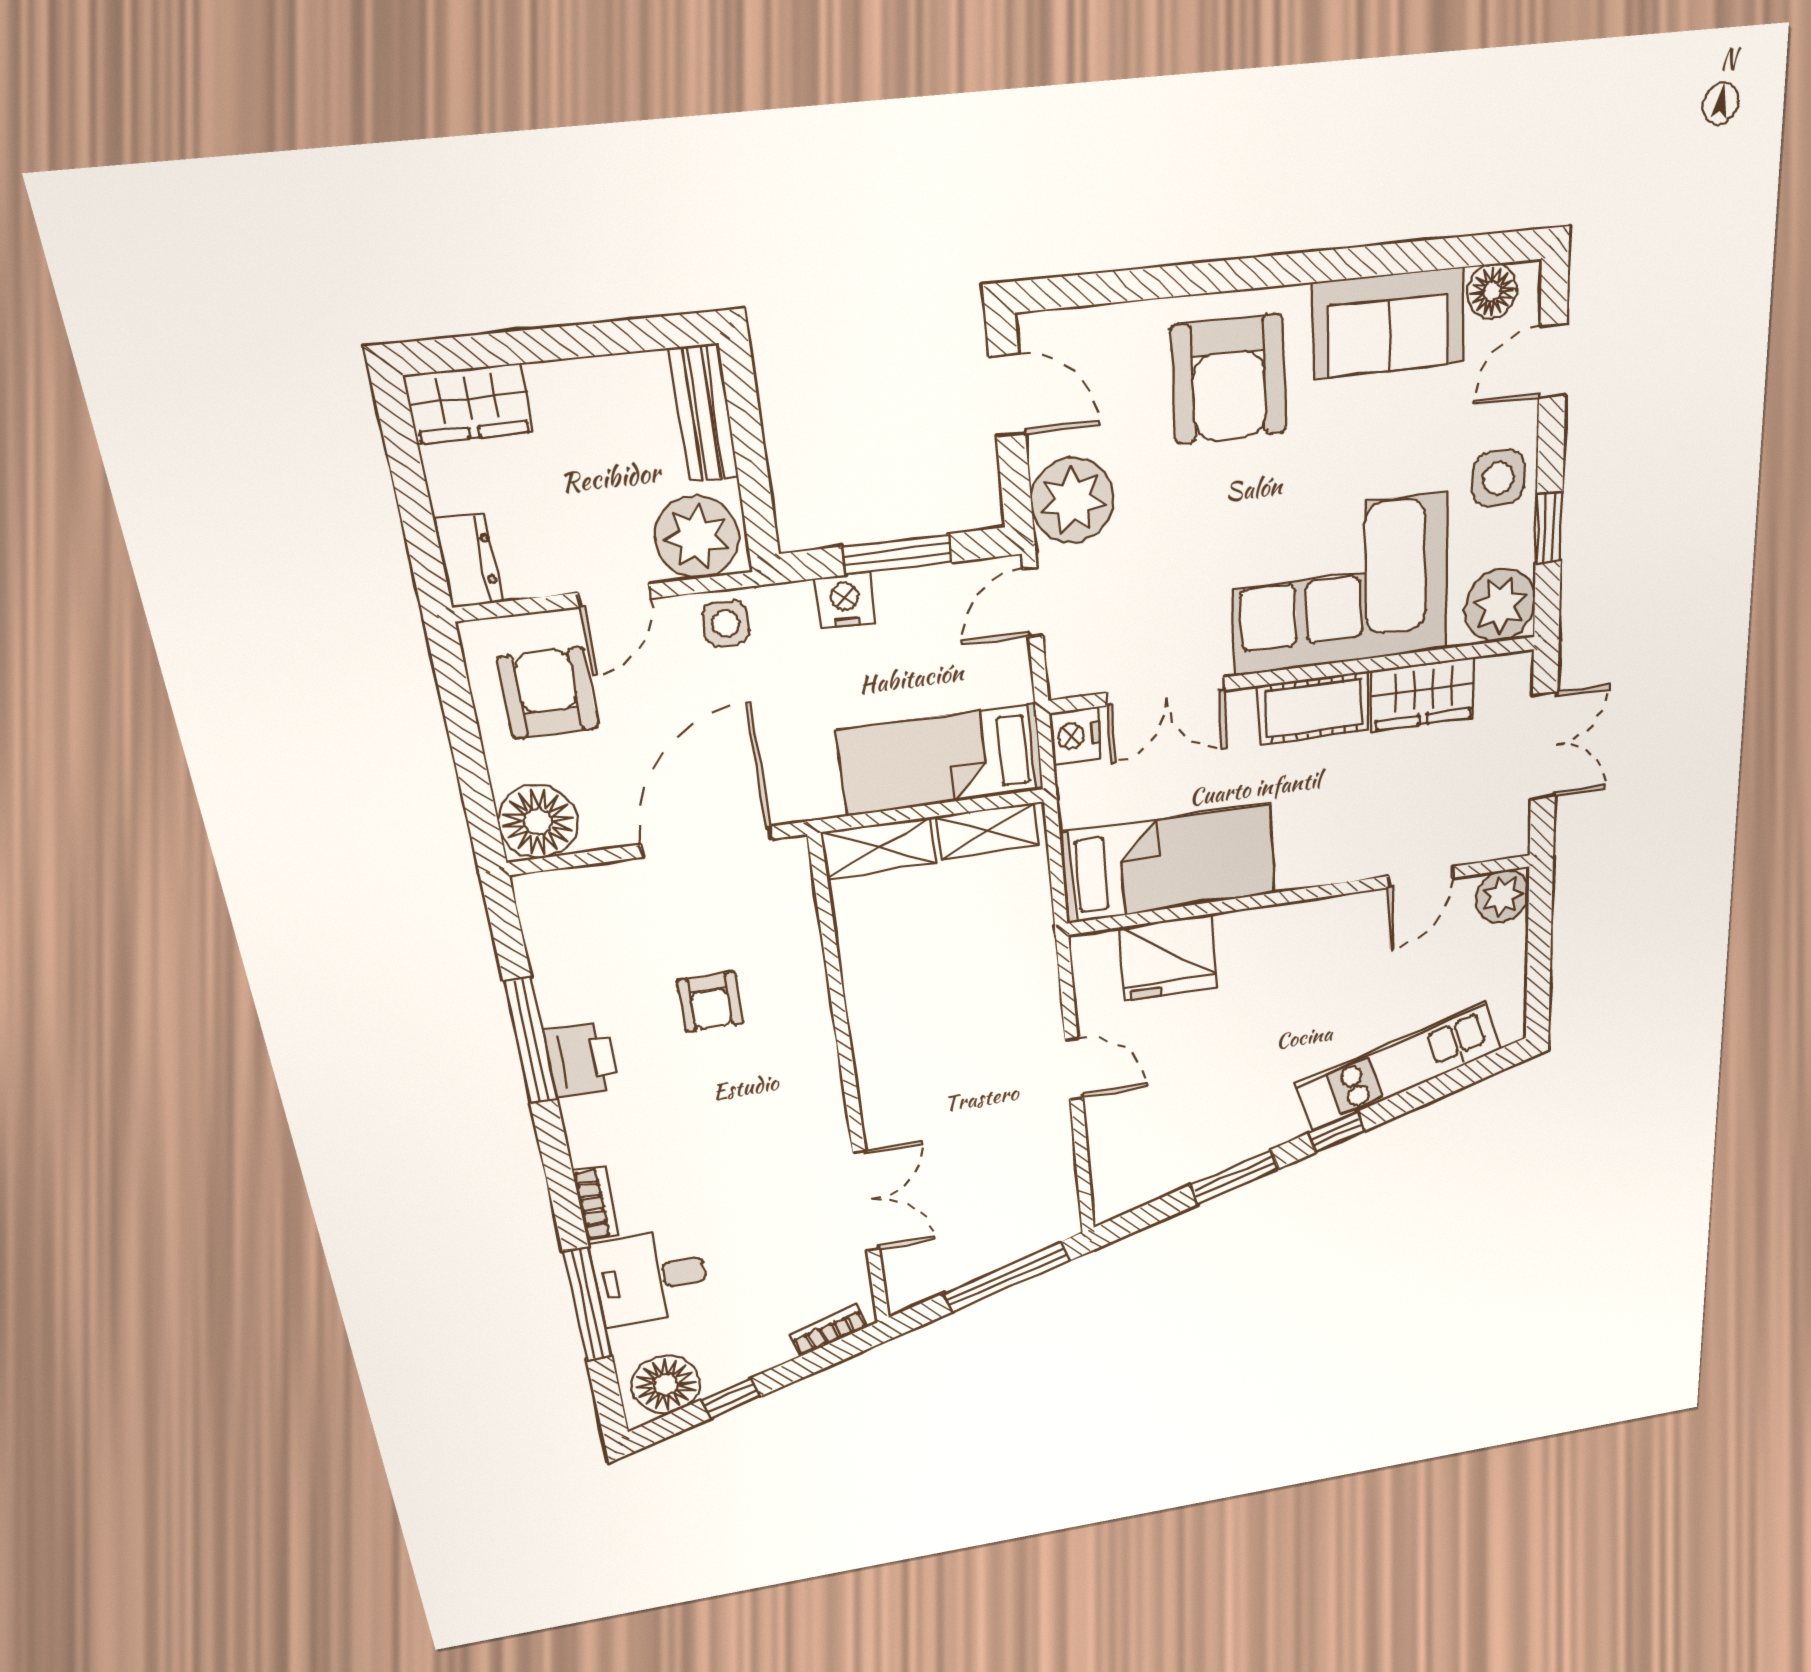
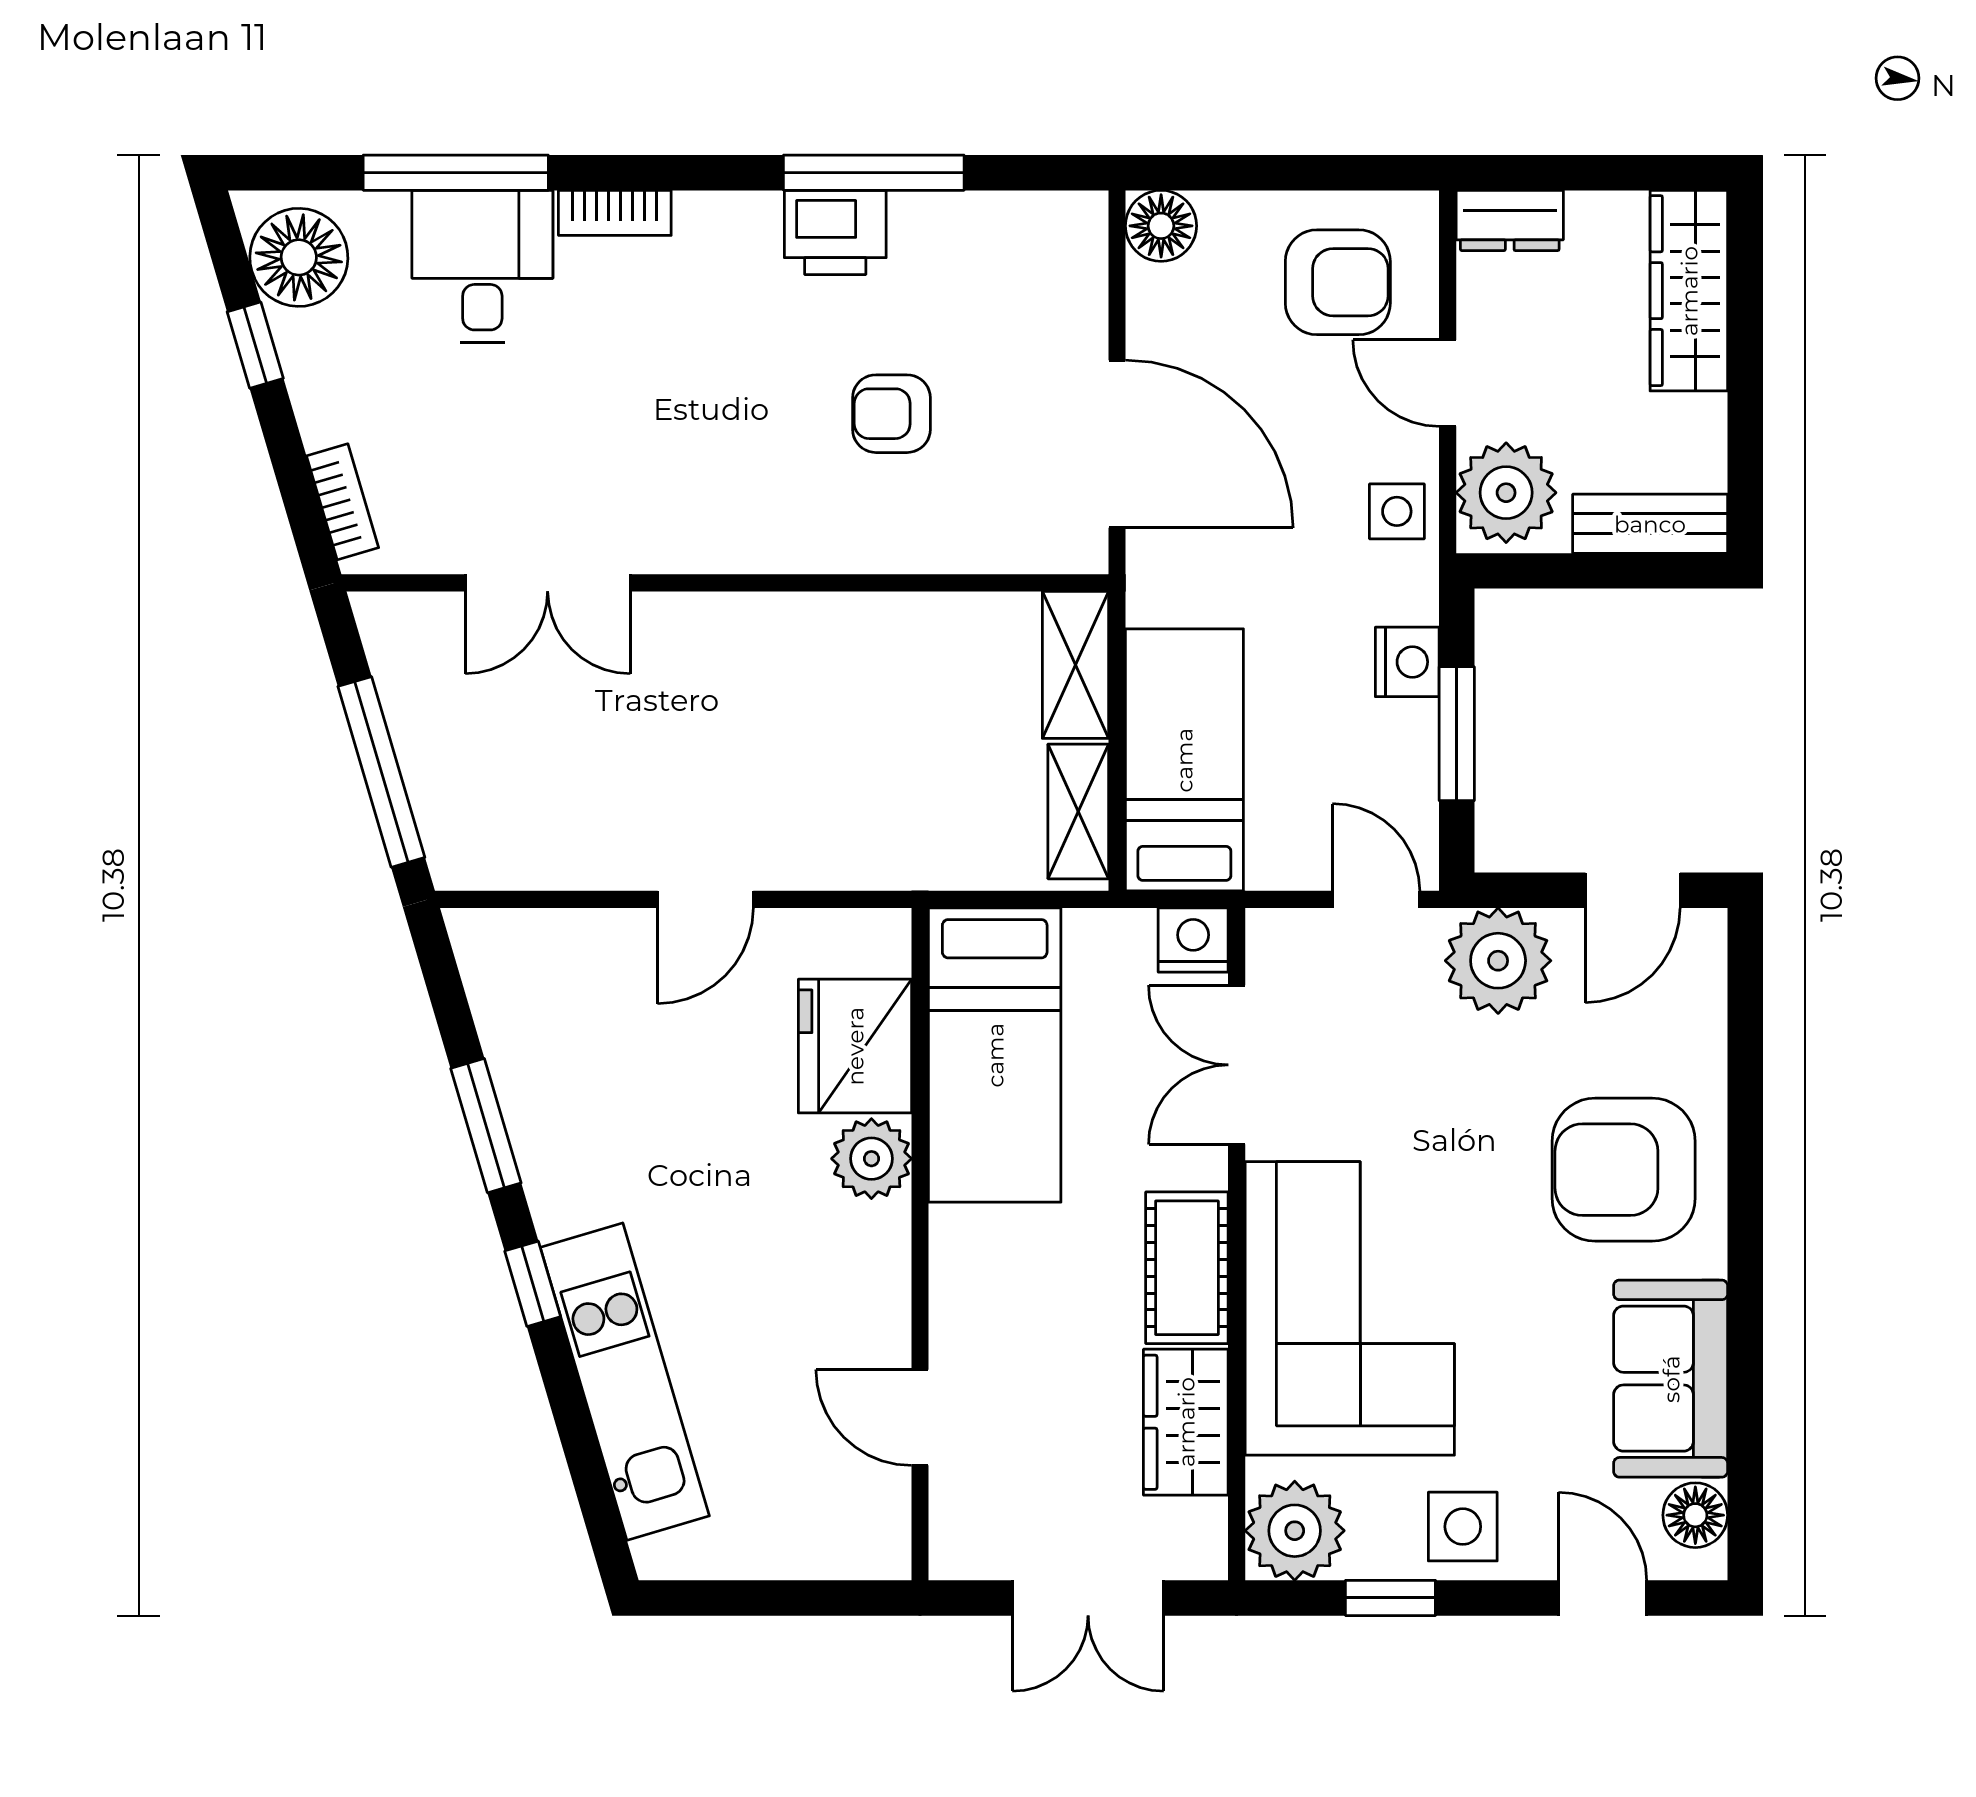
wardrobe: (469, 404) -> (1689, 291), width x1.50
floor lamp: (538, 822) -> (1161, 226), width x0.73, depth x0.73
plant: (1503, 896) -> (871, 1159), moved

